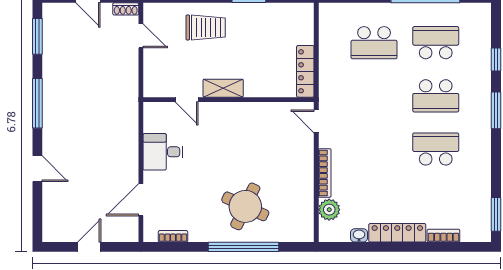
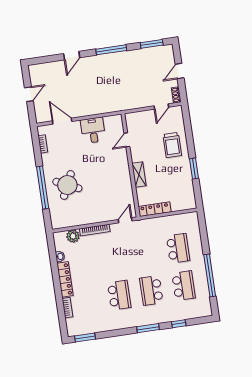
school desk: (374, 43) -> (178, 248), turned 180
shelving: (223, 88) -> (139, 174), moved
door: (89, 247) -> (29, 94), hinge flipped

